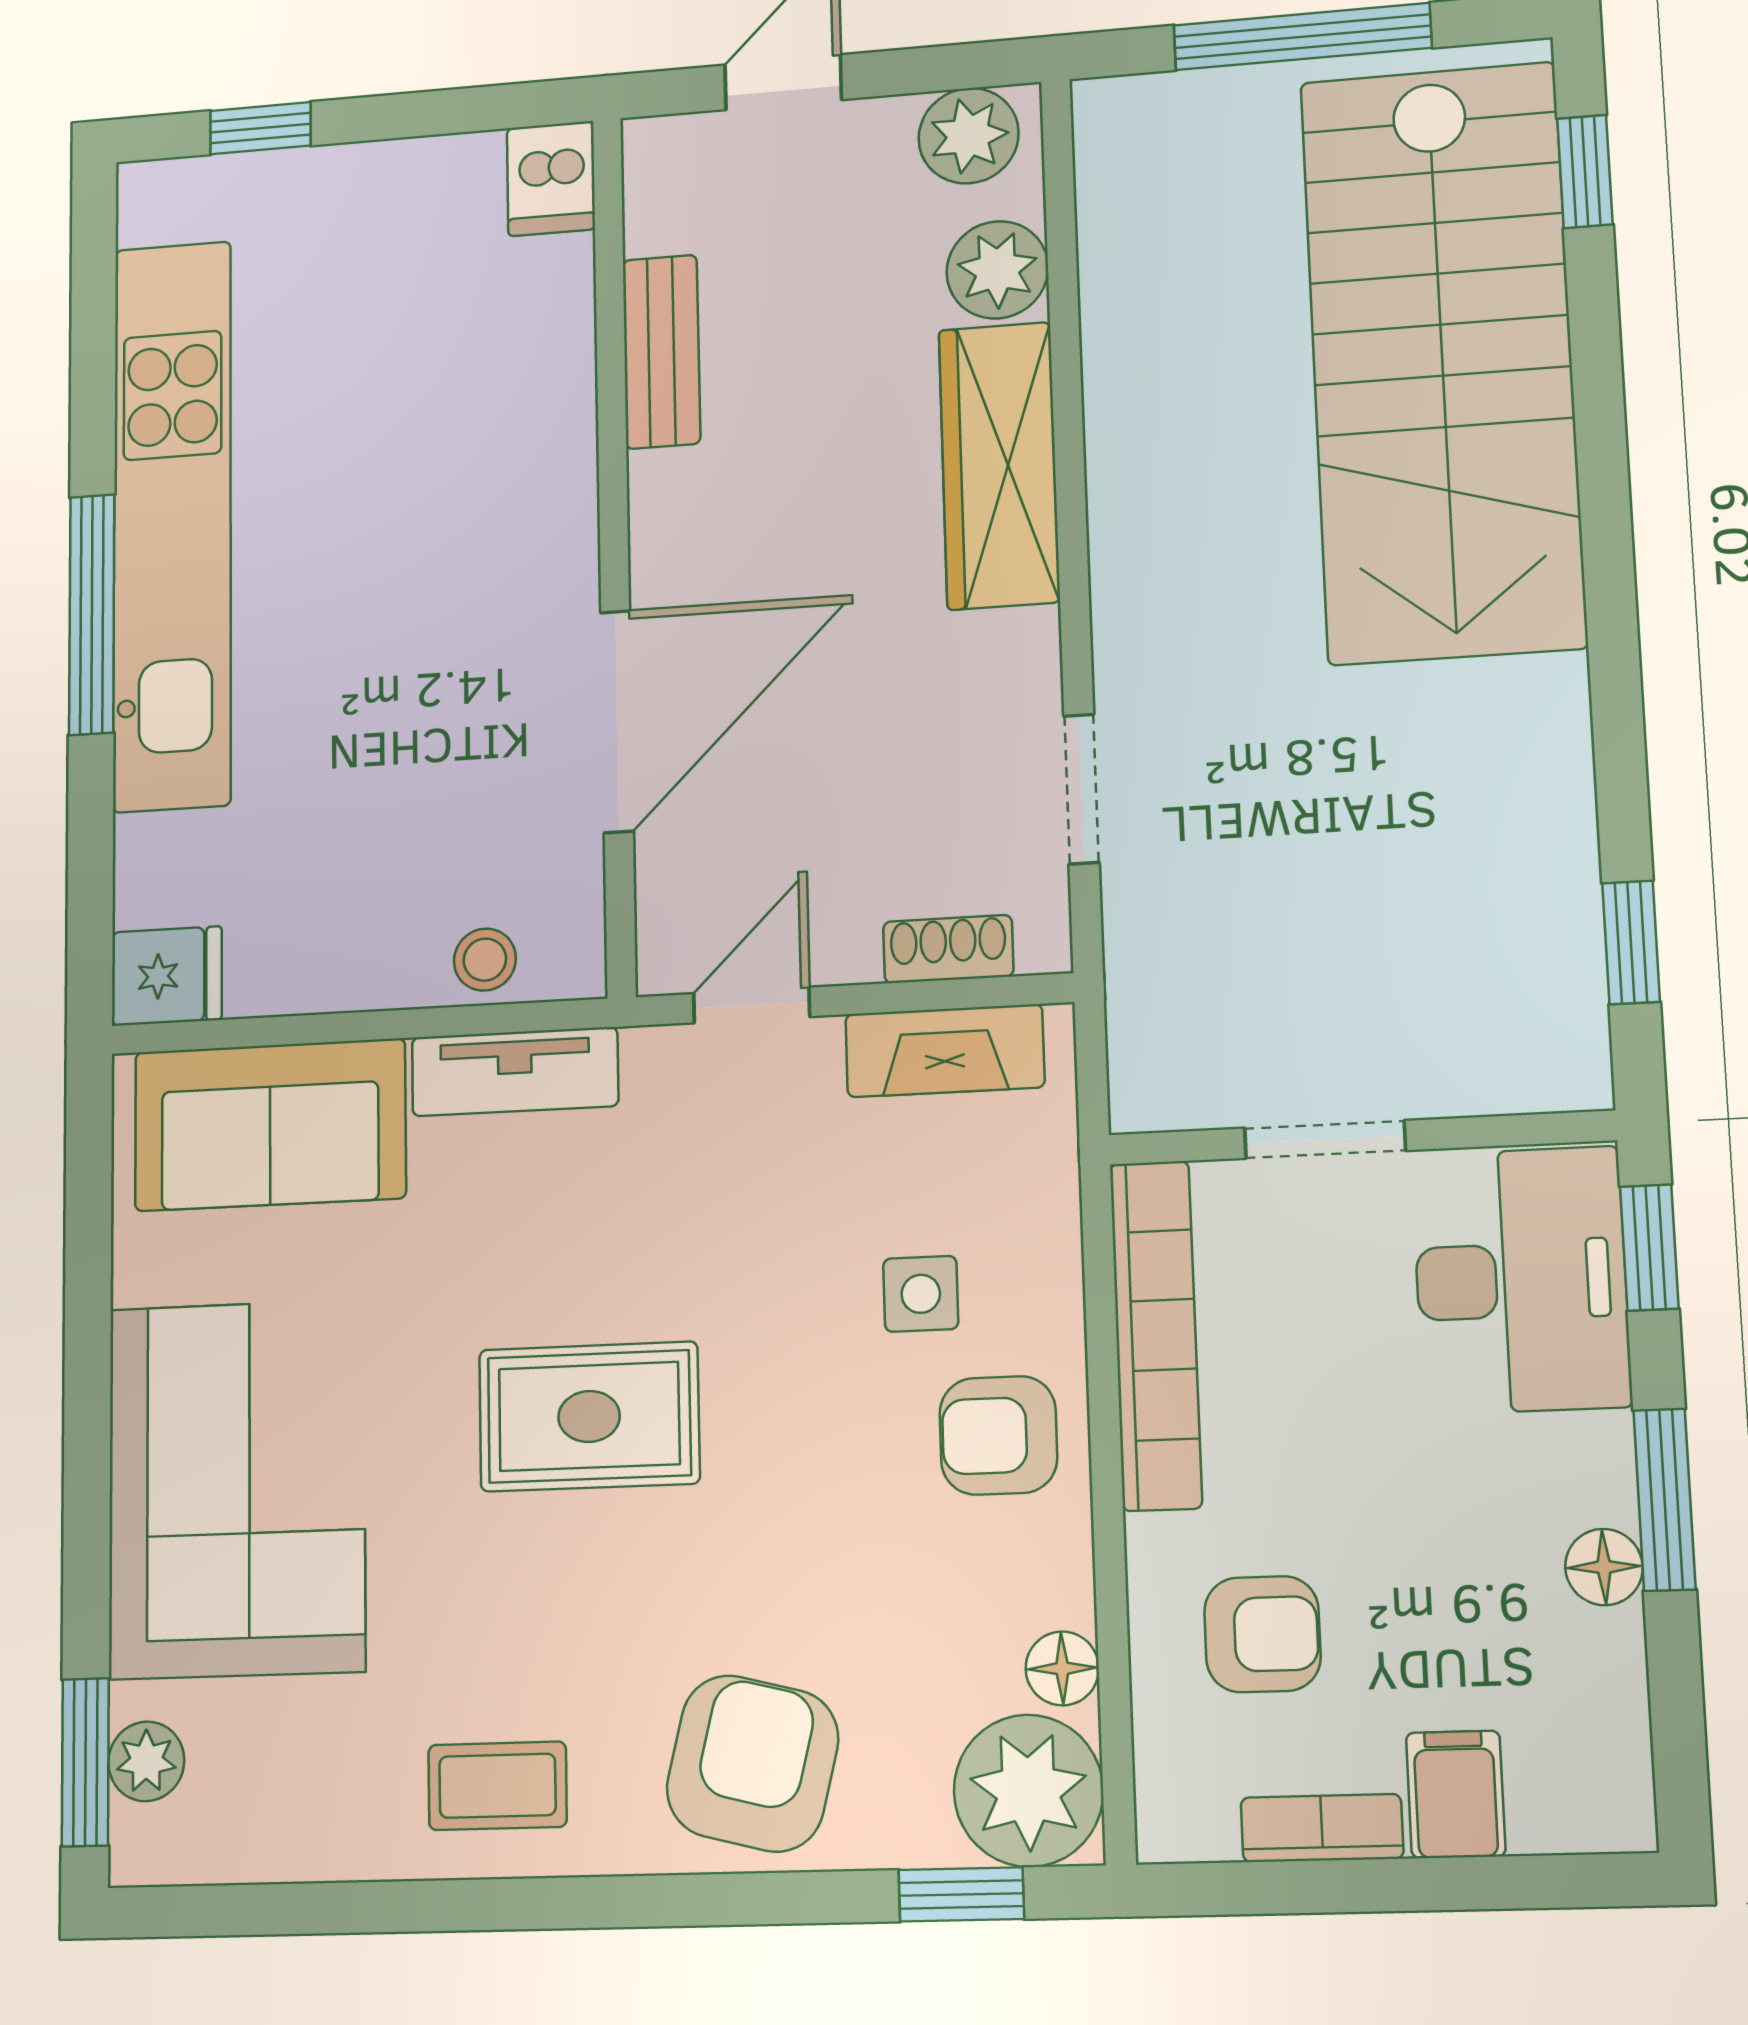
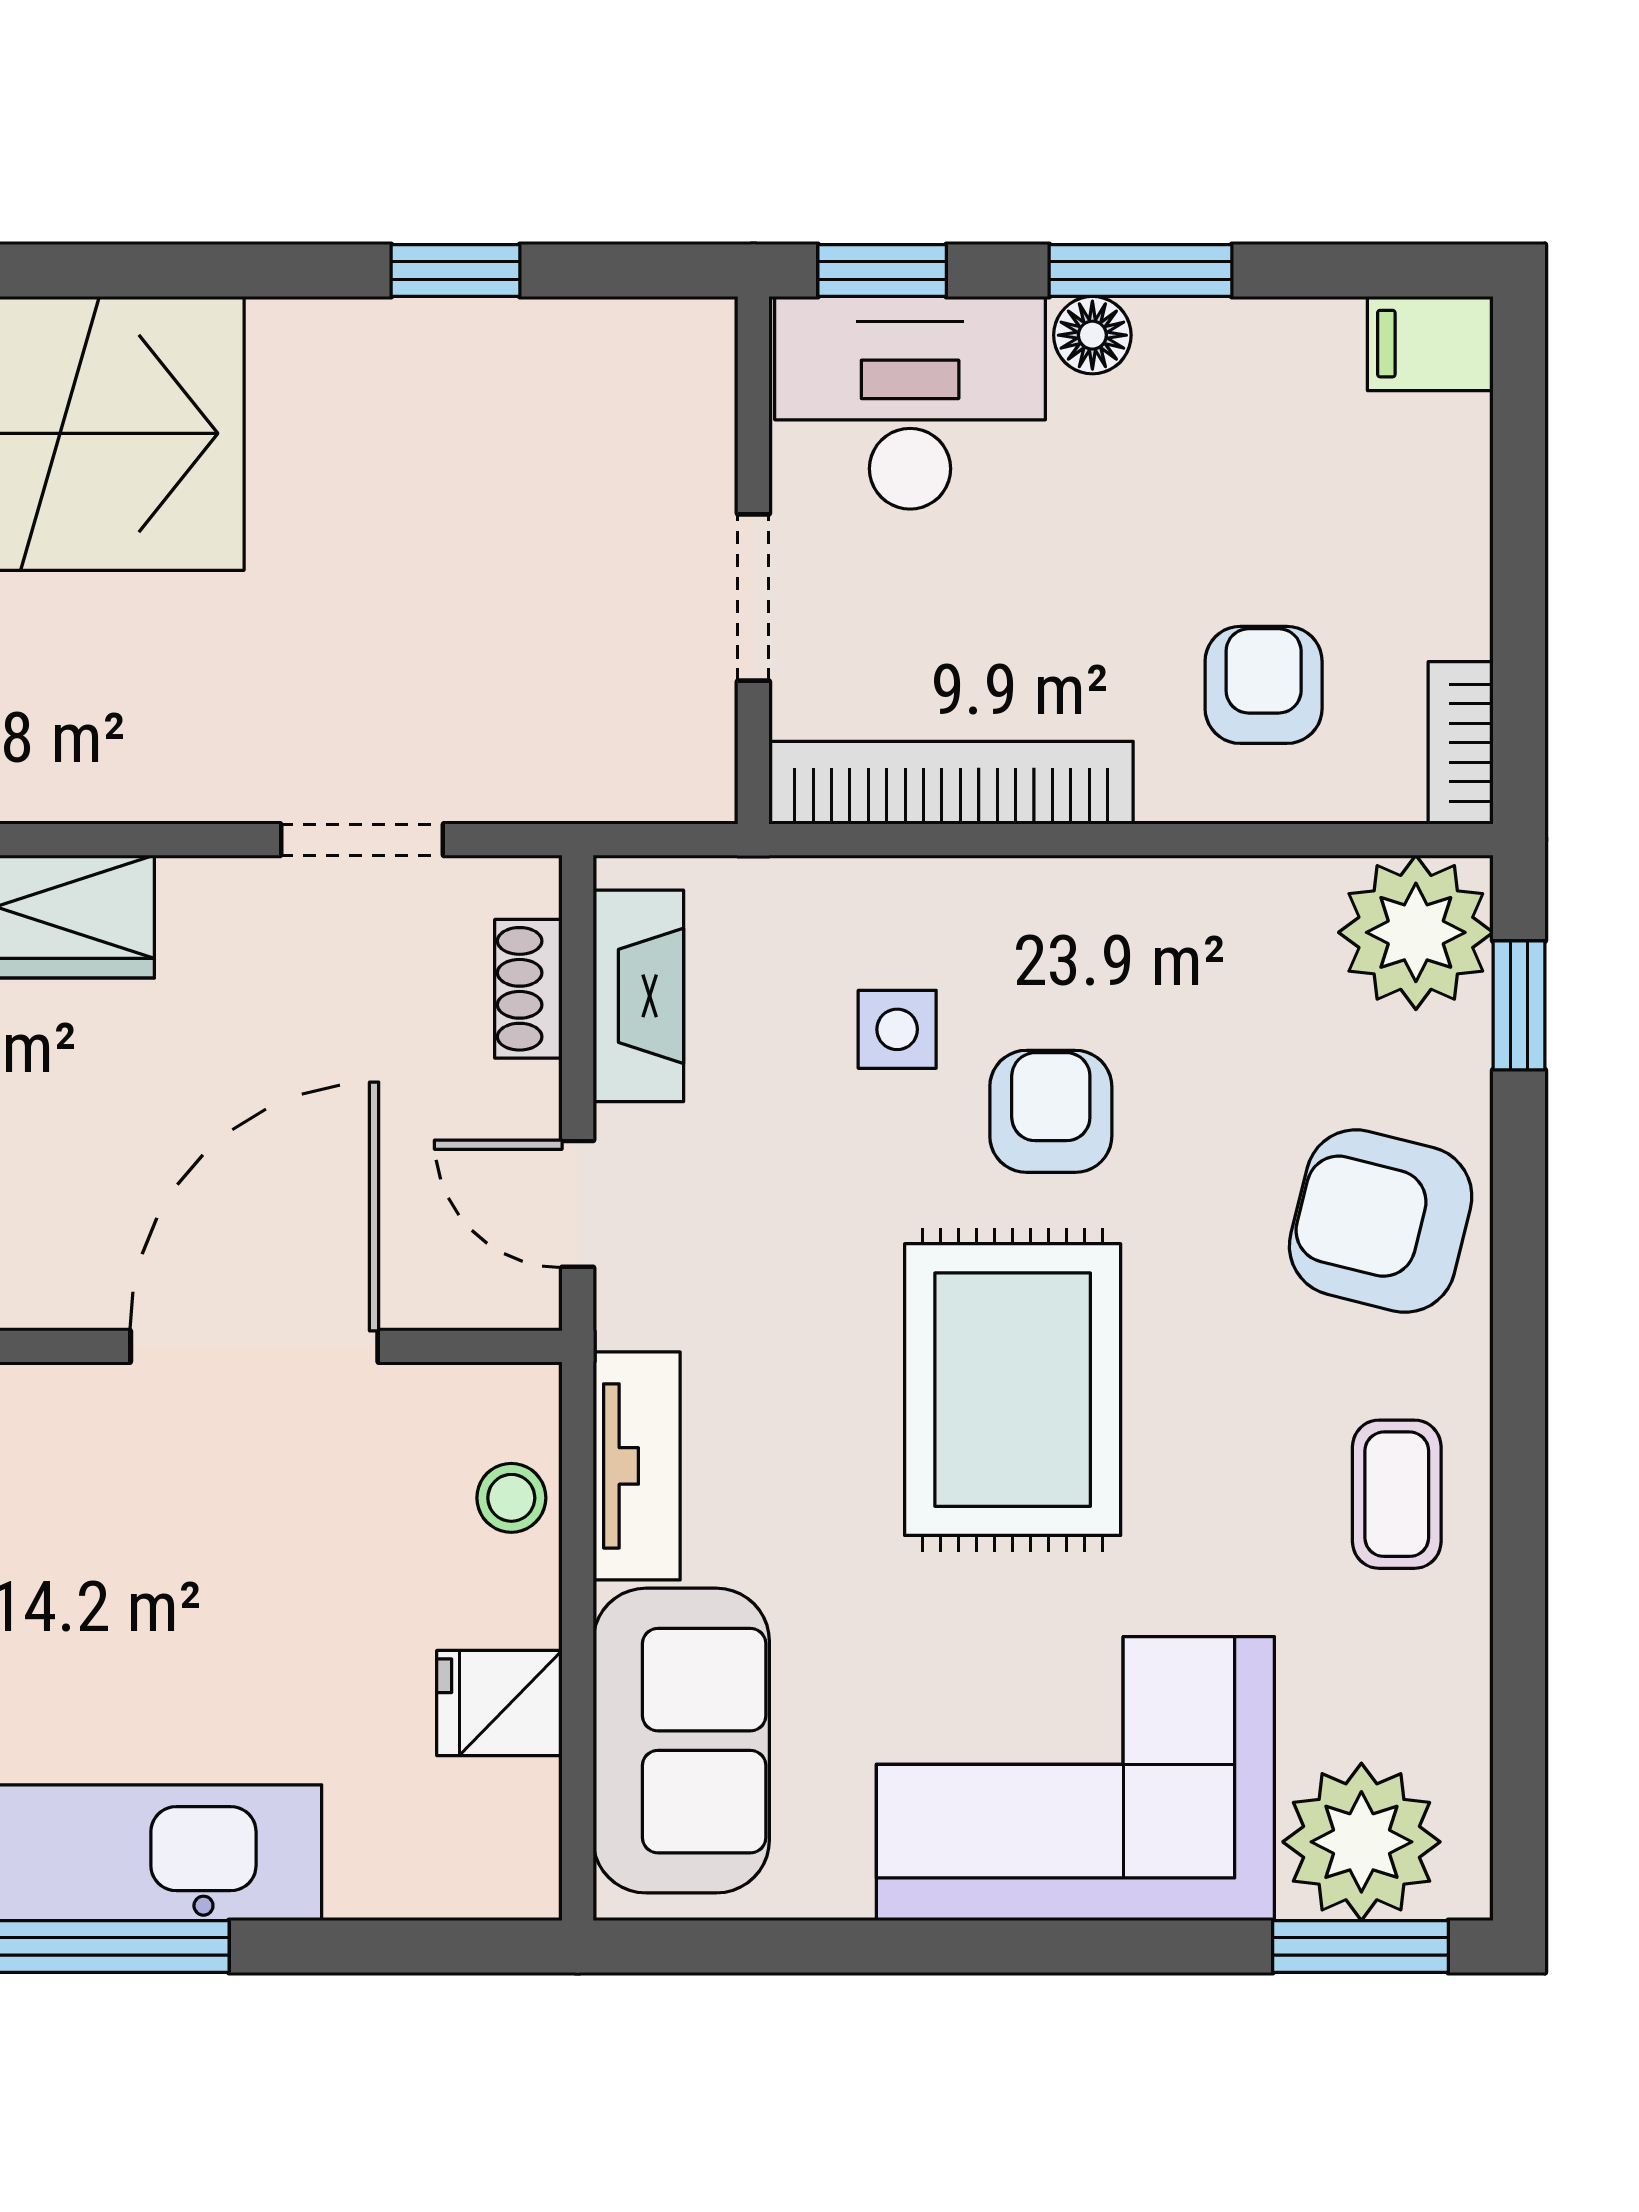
door: (617, 721) -> (254, 1346), hinge flipped
window: (1631, 942) -> (455, 271), moved
fridge: (167, 976) -> (499, 1703), moved, turned -90
rug: (589, 1416) -> (1013, 1390), width x1.36, depth x1.43
armchair: (998, 1435) -> (1051, 1111), moved, turned 180
floor lamp: (1604, 1567) -> (1092, 335), moved
floor lamp: (1062, 1668) -> (1292, 893), removed
plant: (146, 1761) -> (1361, 1842), width x1.87, depth x1.87
filing cabinet: (1456, 1794) -> (1430, 344), moved
bookcase: (1322, 1828) -> (1461, 743), moved

